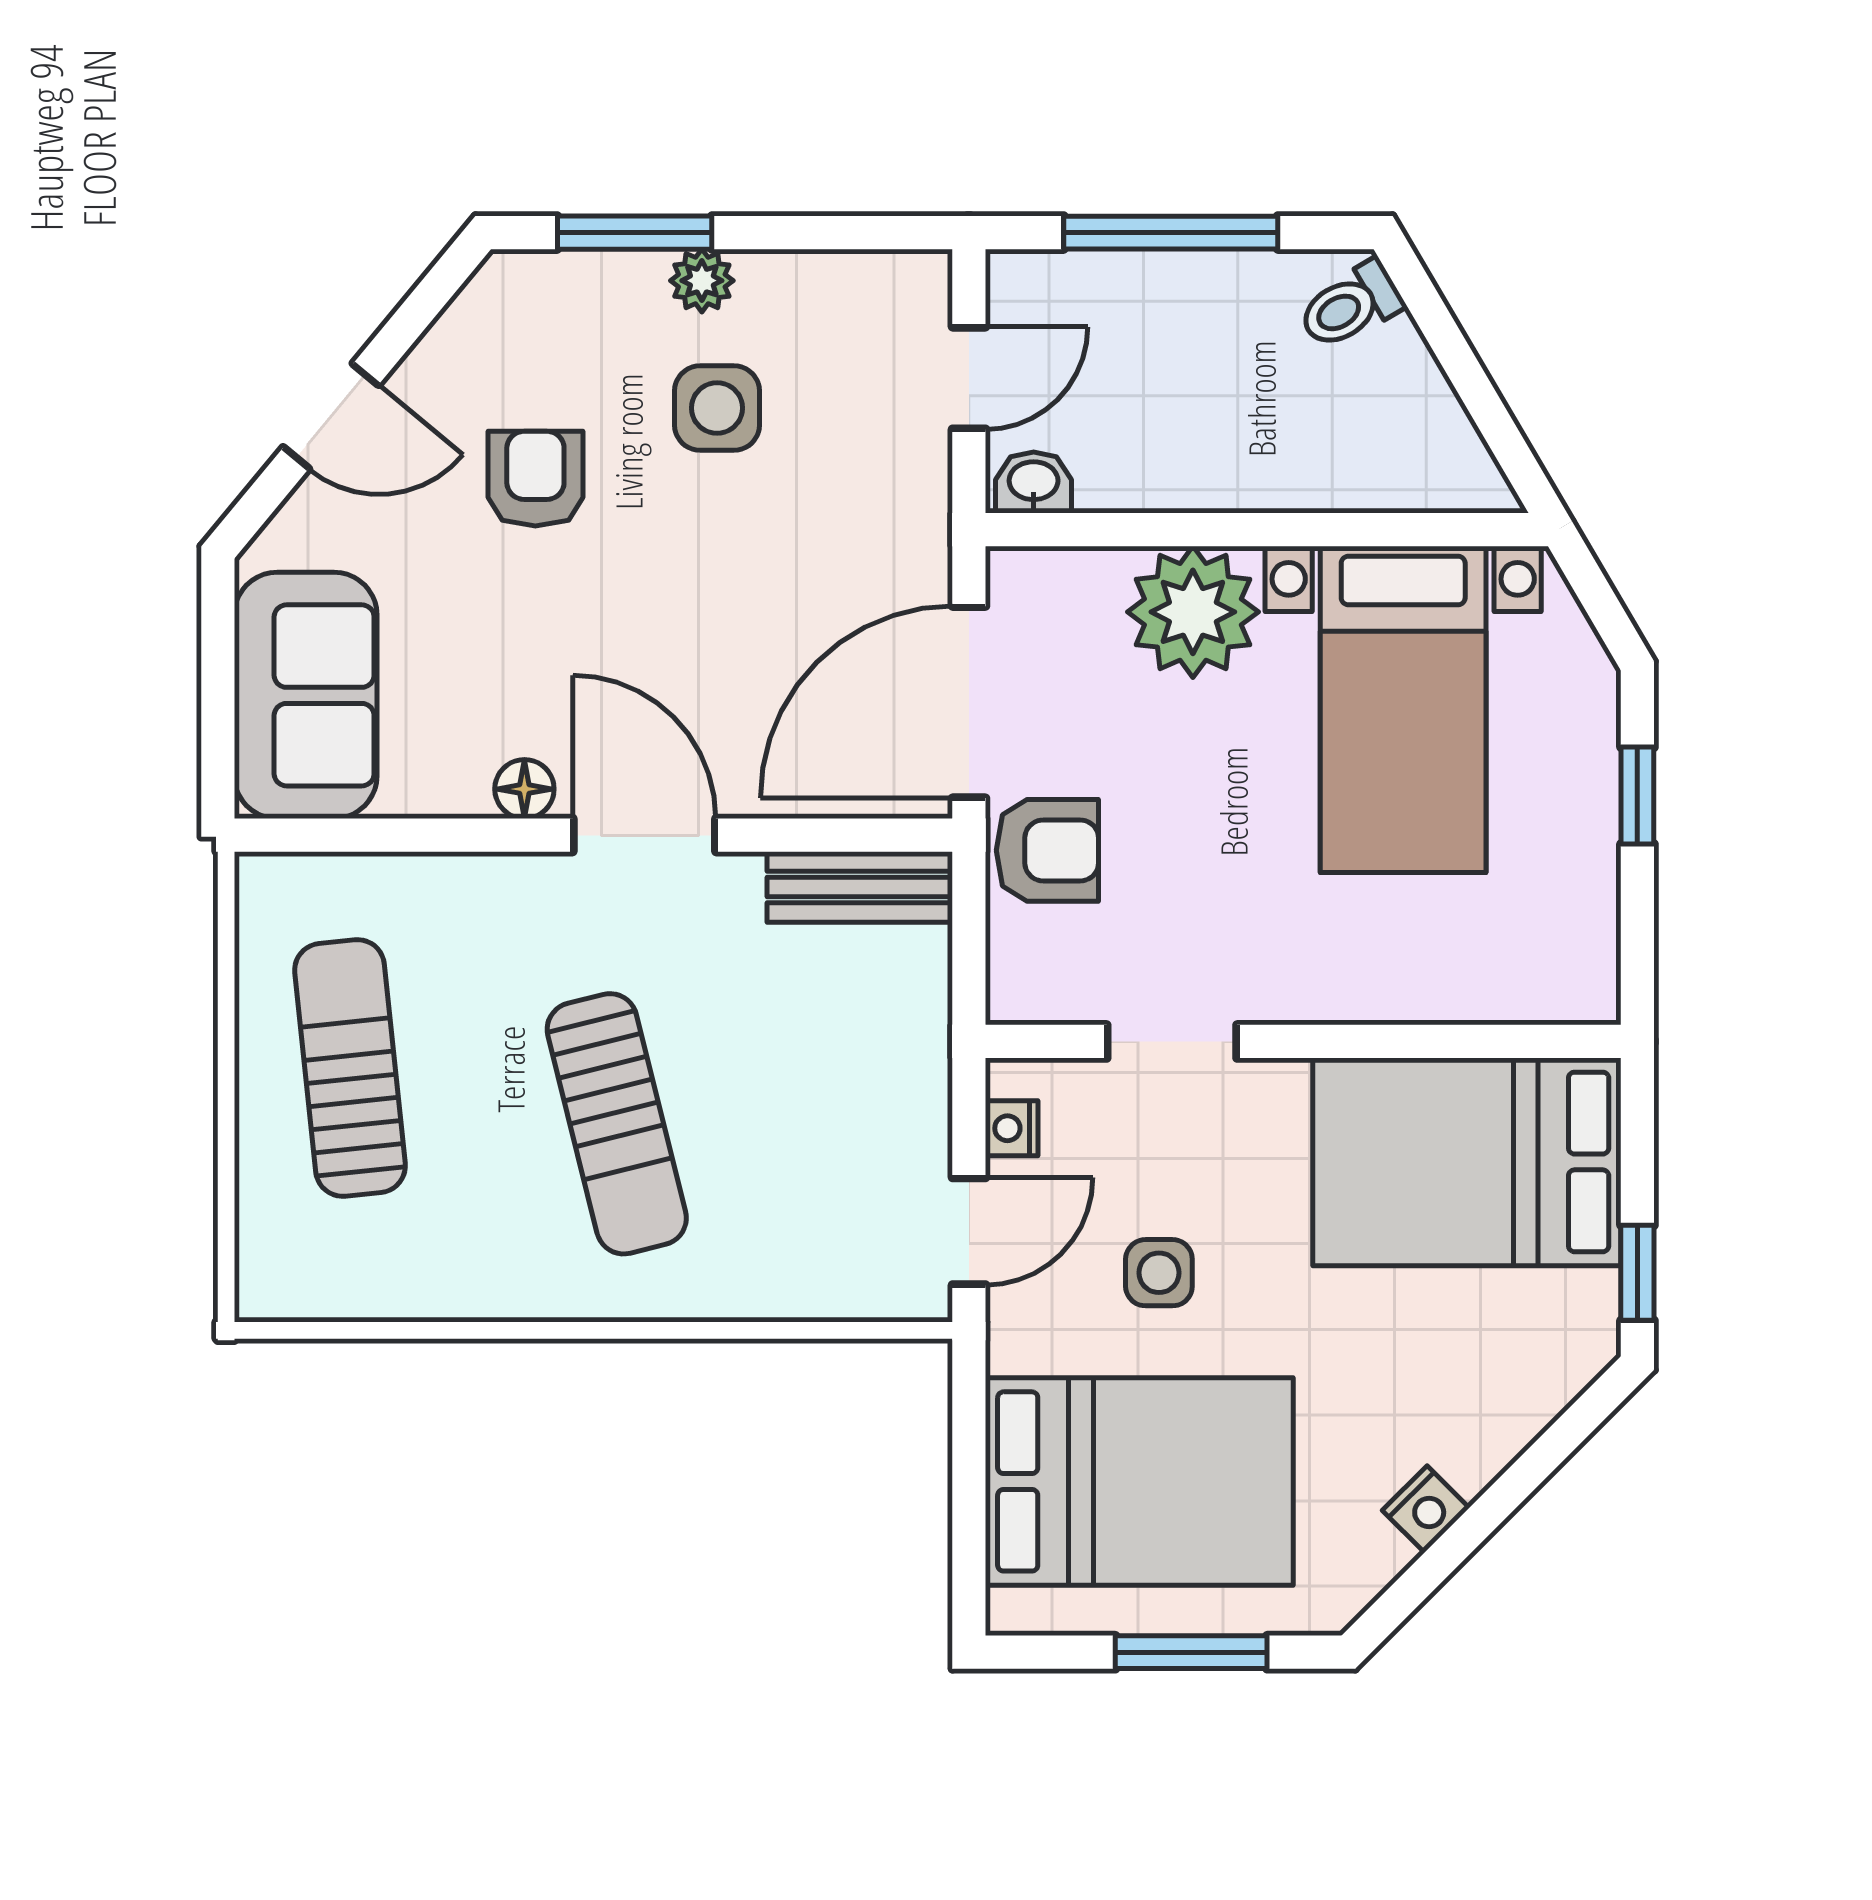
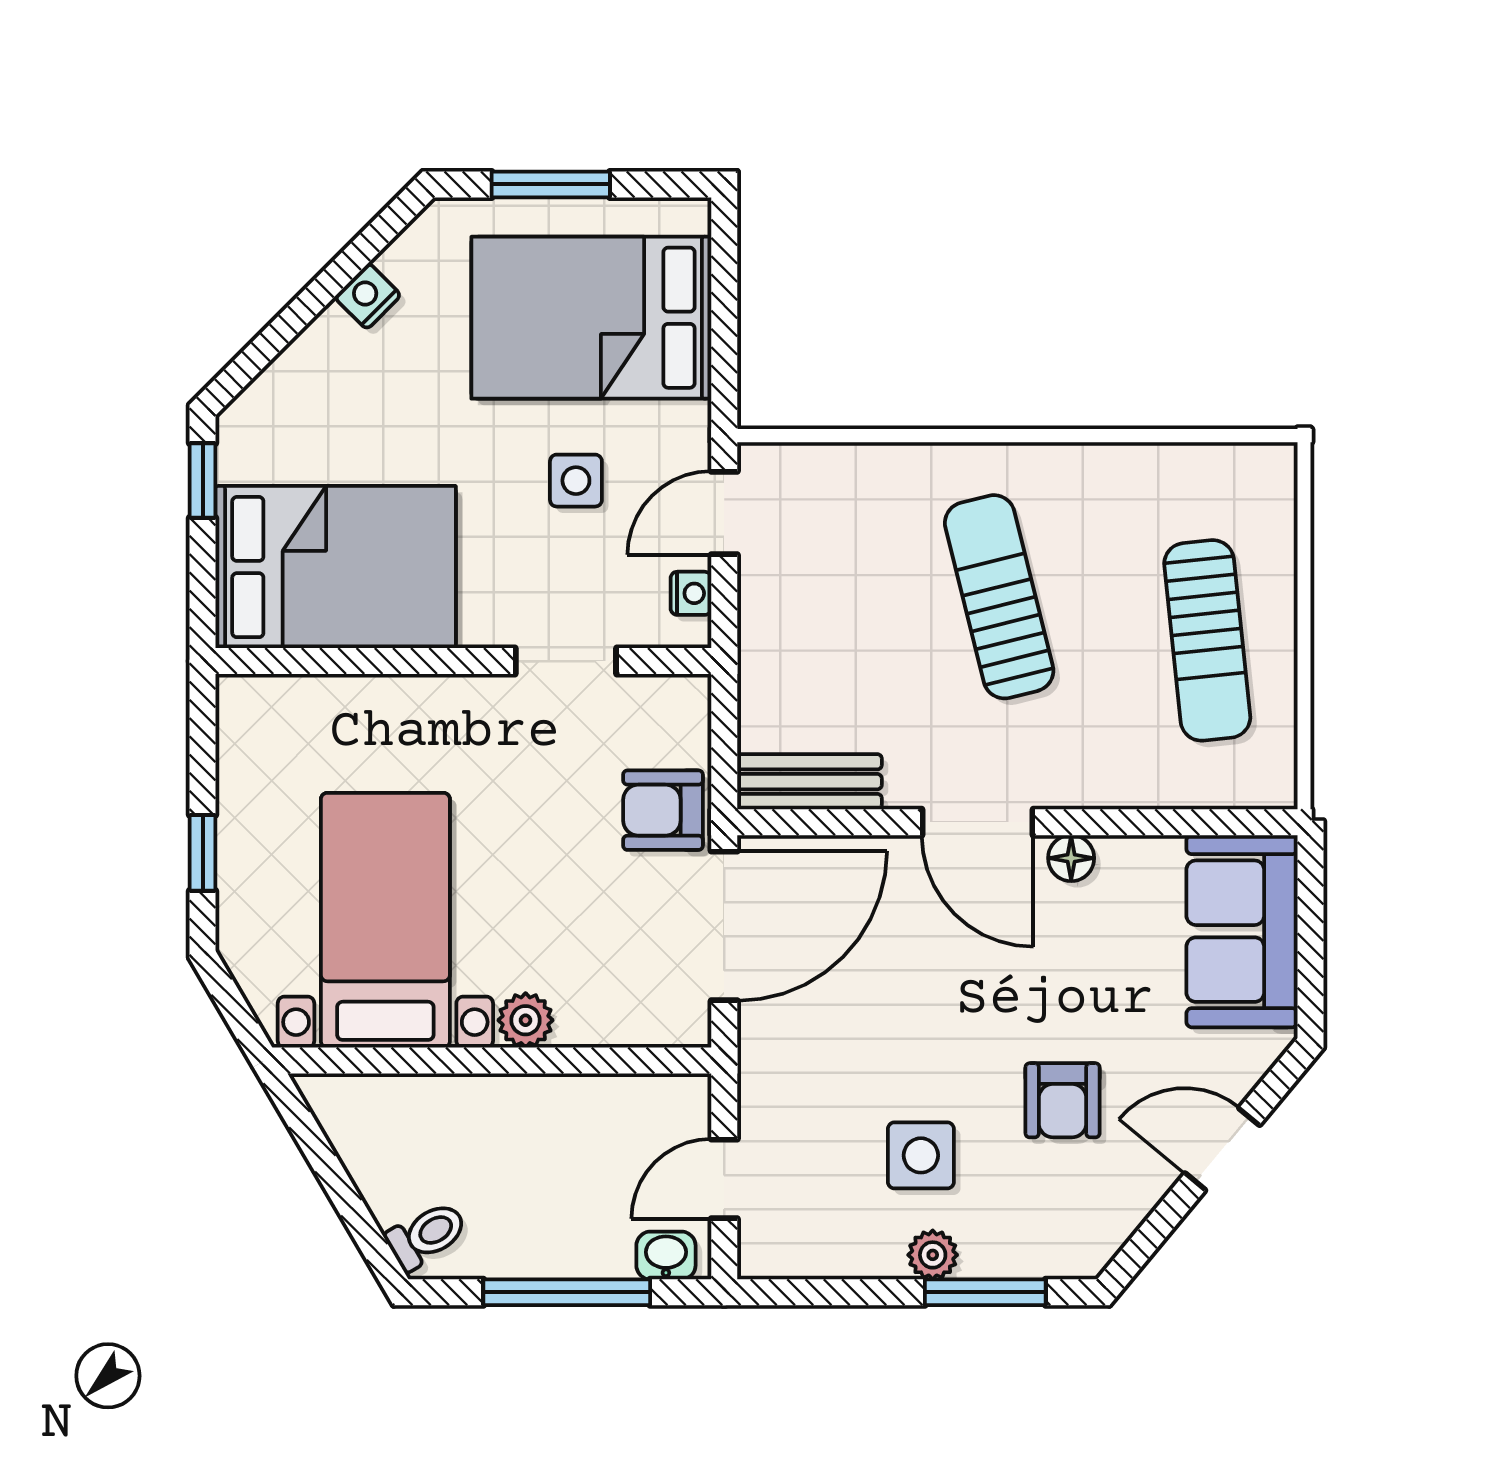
washbasin: (1034, 483) -> (666, 1256), moved, turned 180
plant: (1193, 612) -> (526, 1020), width x0.53, depth x0.53

